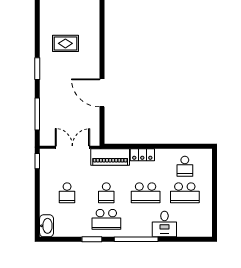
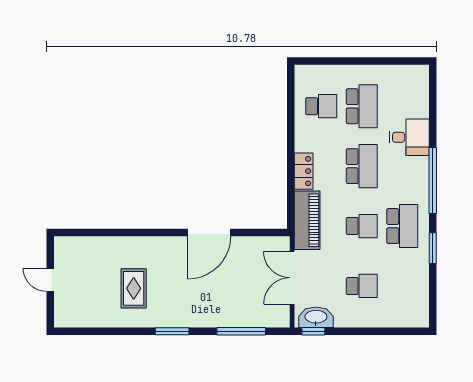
washbasin: (47, 226) -> (316, 317), moved

